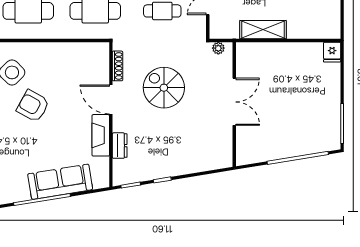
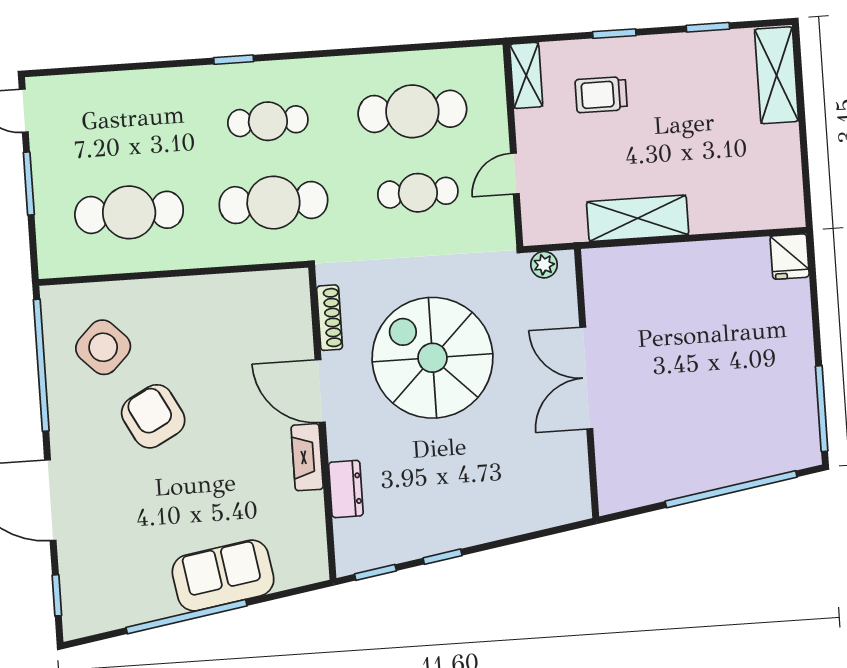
spiral stairs: (164, 88) -> (432, 358), width x1.37, depth x1.37
double door: (234, 102) -> (586, 378), swing flipped
armchair: (33, 106) -> (153, 416), turned 33
fireplace: (101, 135) -> (307, 457), width x0.73, depth x0.76
sofa: (60, 182) -> (223, 575), width x0.73

